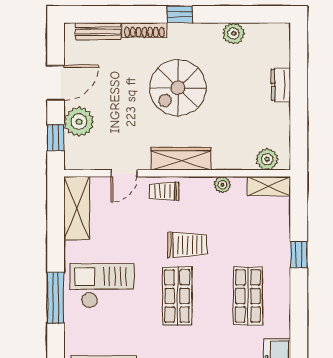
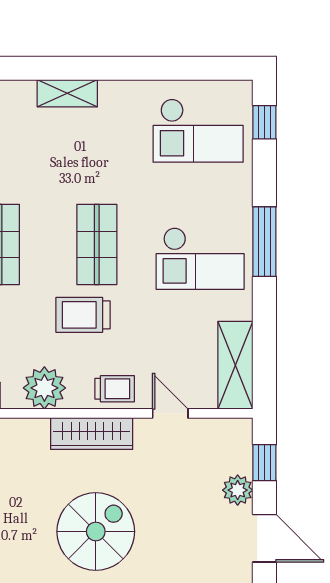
door: (56, 83) -> (264, 538), swing flipped
plant: (79, 122) -> (238, 490), width x0.73, depth x0.73
door: (124, 173) -> (170, 413), hinge flipped
plant: (222, 185) -> (44, 388), width x1.87, depth x1.87

